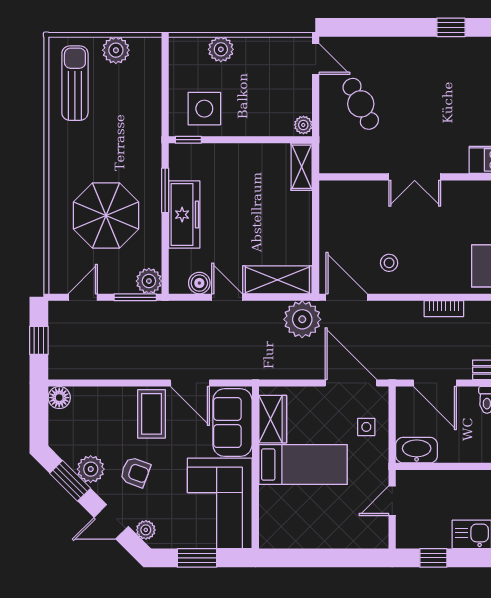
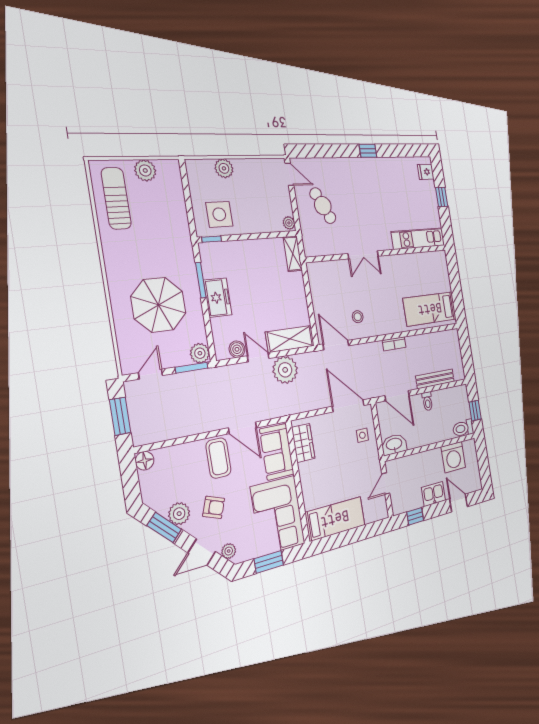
freezer: (184, 215) -> (218, 298), width x0.71
plant: (302, 319) -> (285, 370), moved
window: (39, 340) -> (120, 416), width x1.50
bed: (303, 464) -> (335, 519), moved

